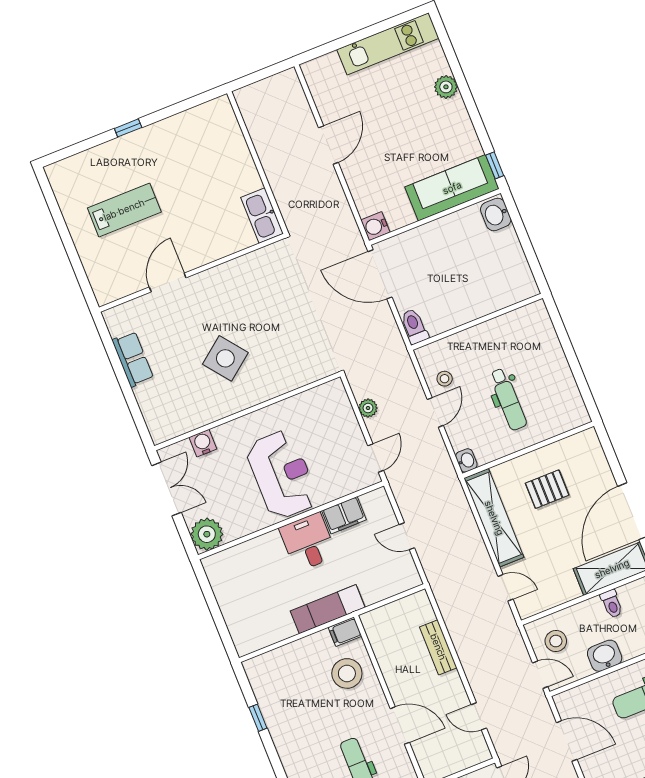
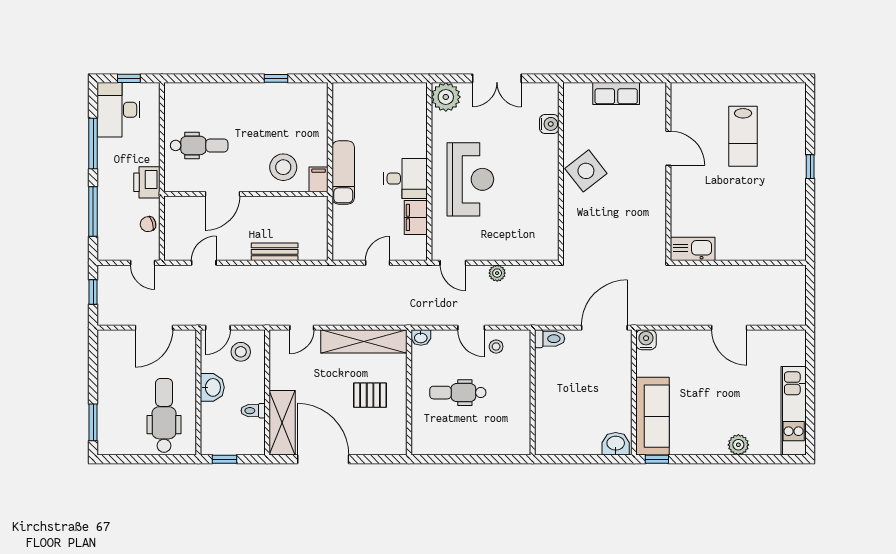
wall: (247, 411) -> (561, 172), moved
water cooler: (203, 443) -> (549, 124), moved
reception desk: (282, 475) -> (470, 179), turned -90
pallet: (547, 489) -> (370, 395), turned 90

